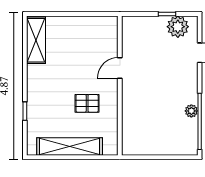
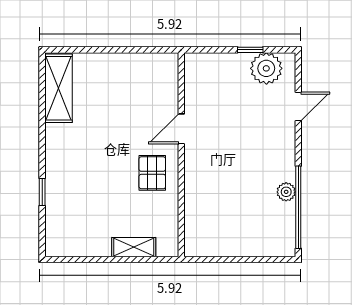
pallet: (87, 103) -> (152, 173), moved, turned 90
shelving: (70, 146) -> (134, 247), width x0.45, depth x0.75

